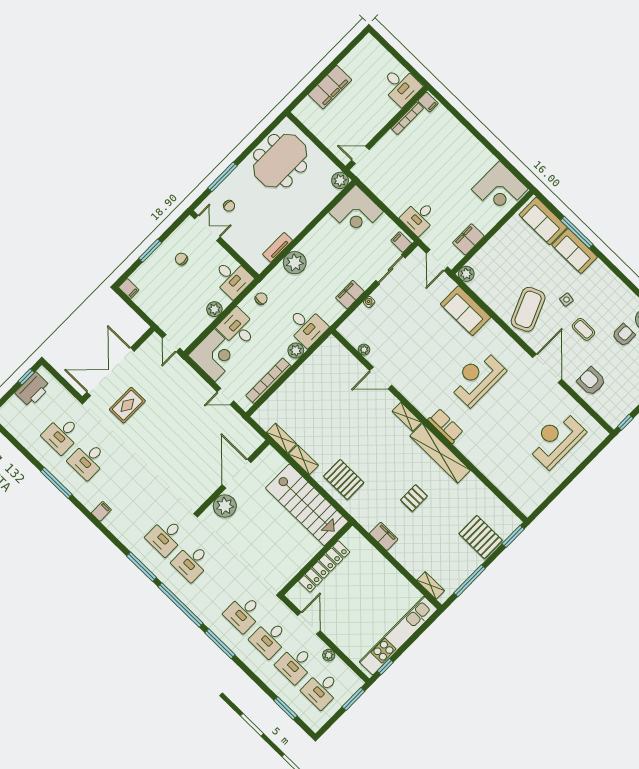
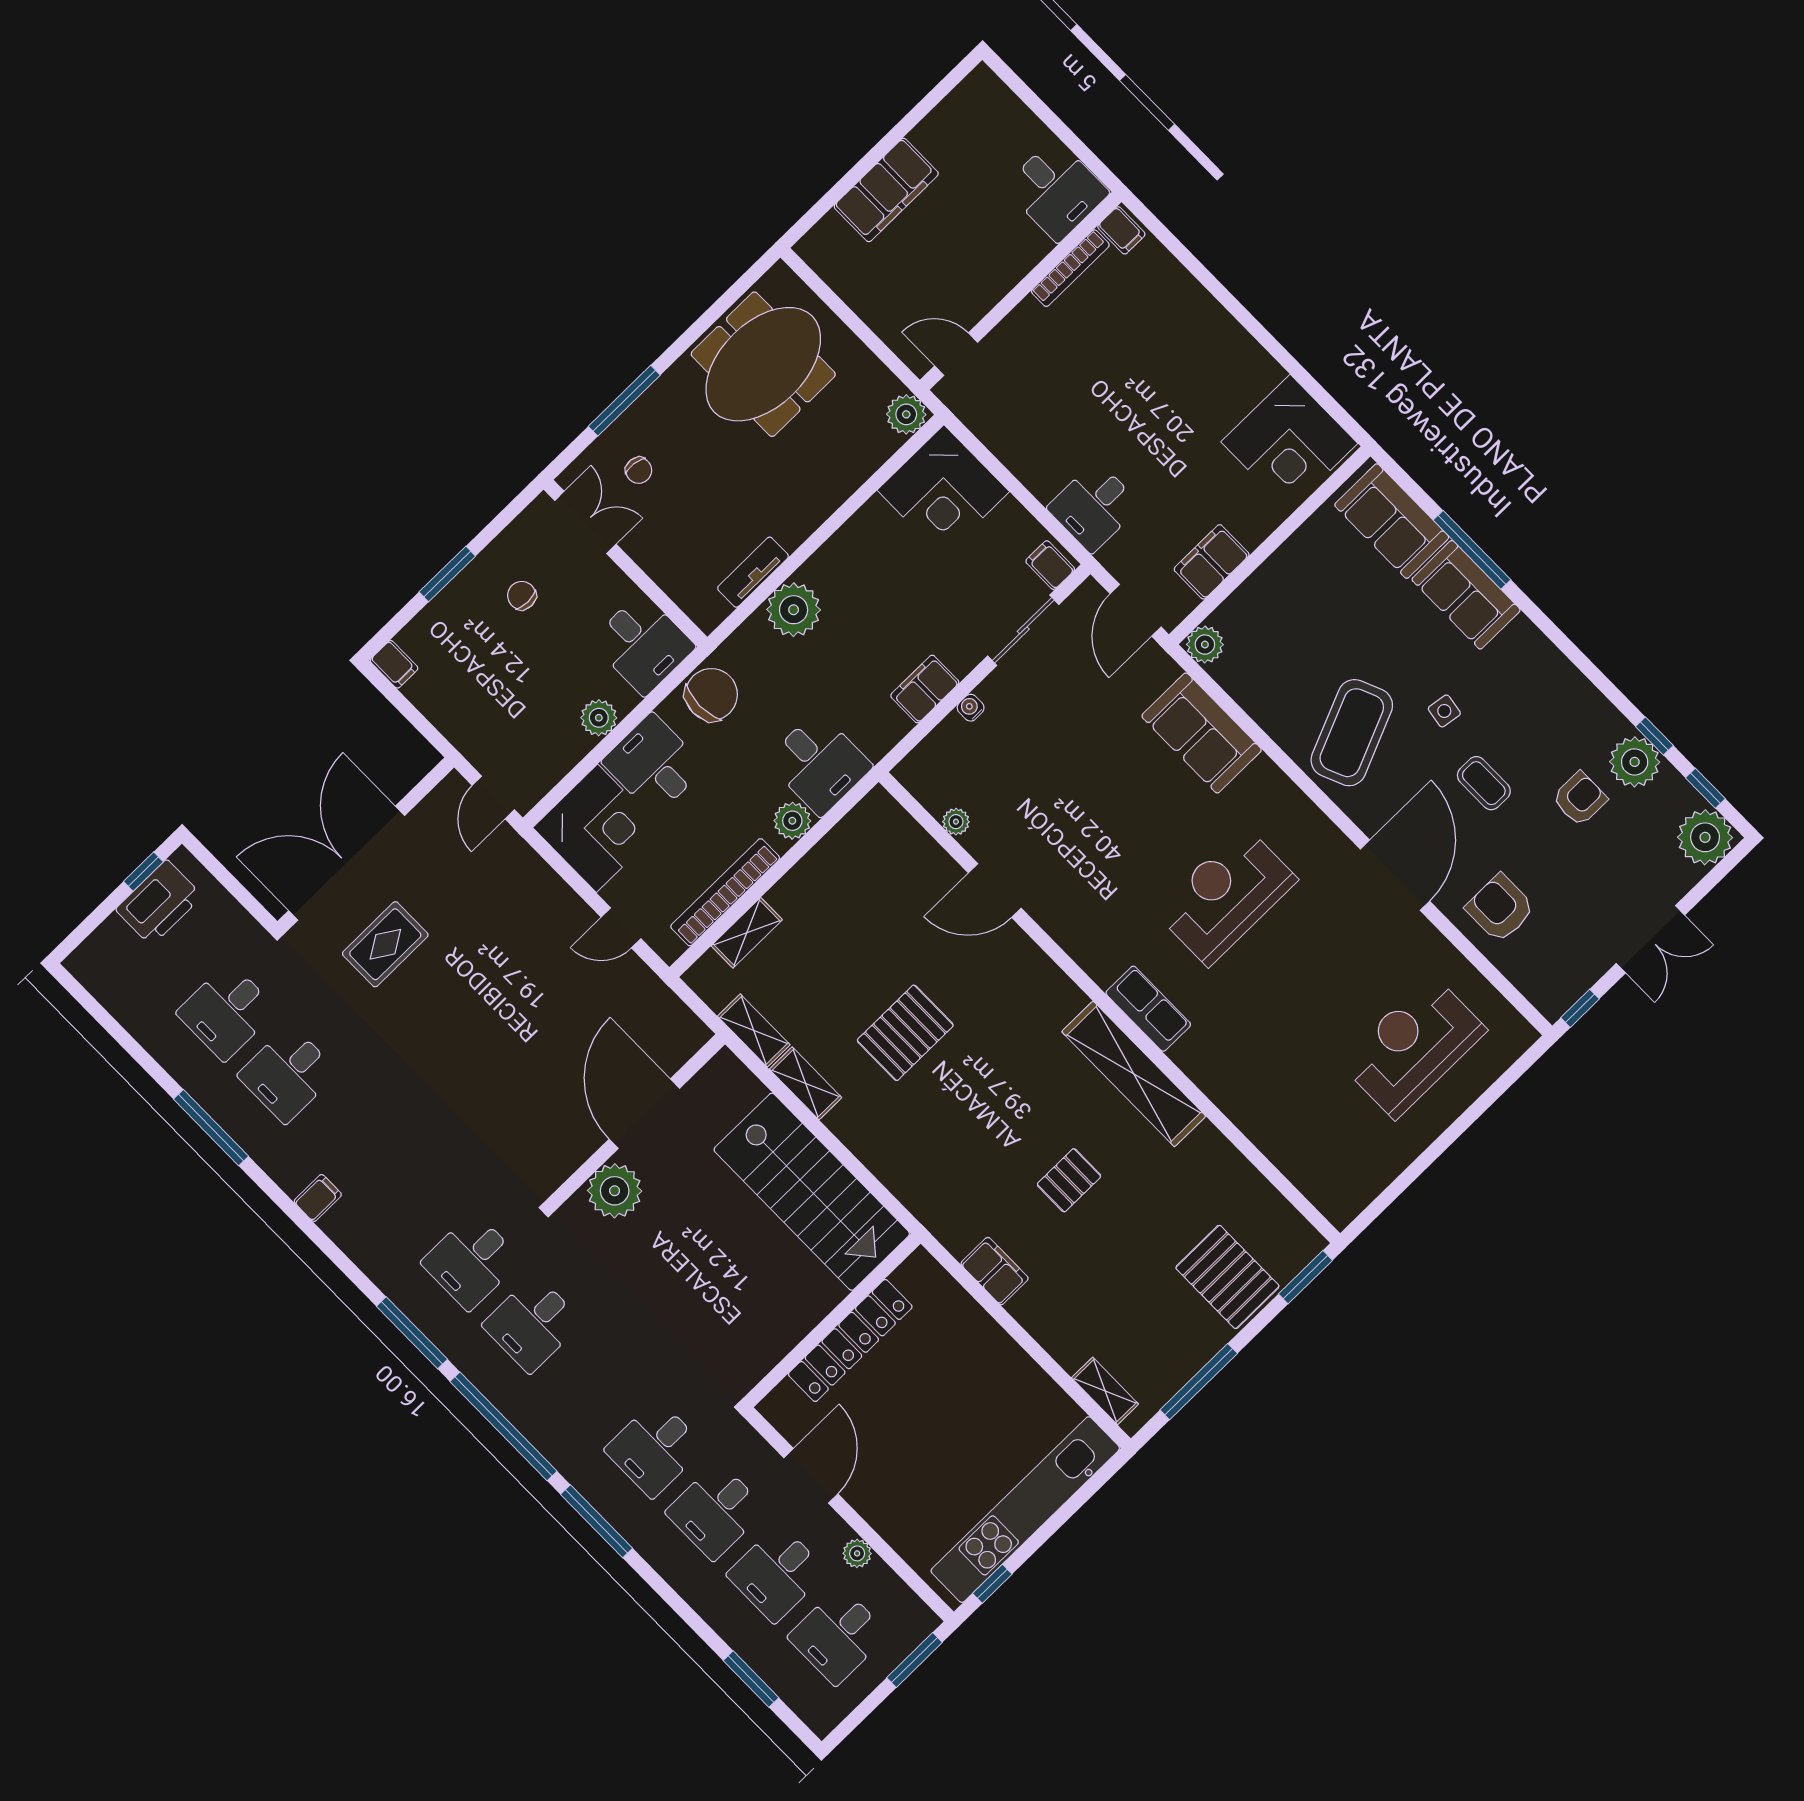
chair: (261, 299) -> (711, 695), width x1.87, depth x1.87
shelving: (407, 417) -> (747, 933), moved, turned 90
pallet: (344, 479) -> (905, 1033), moved, turned 90

